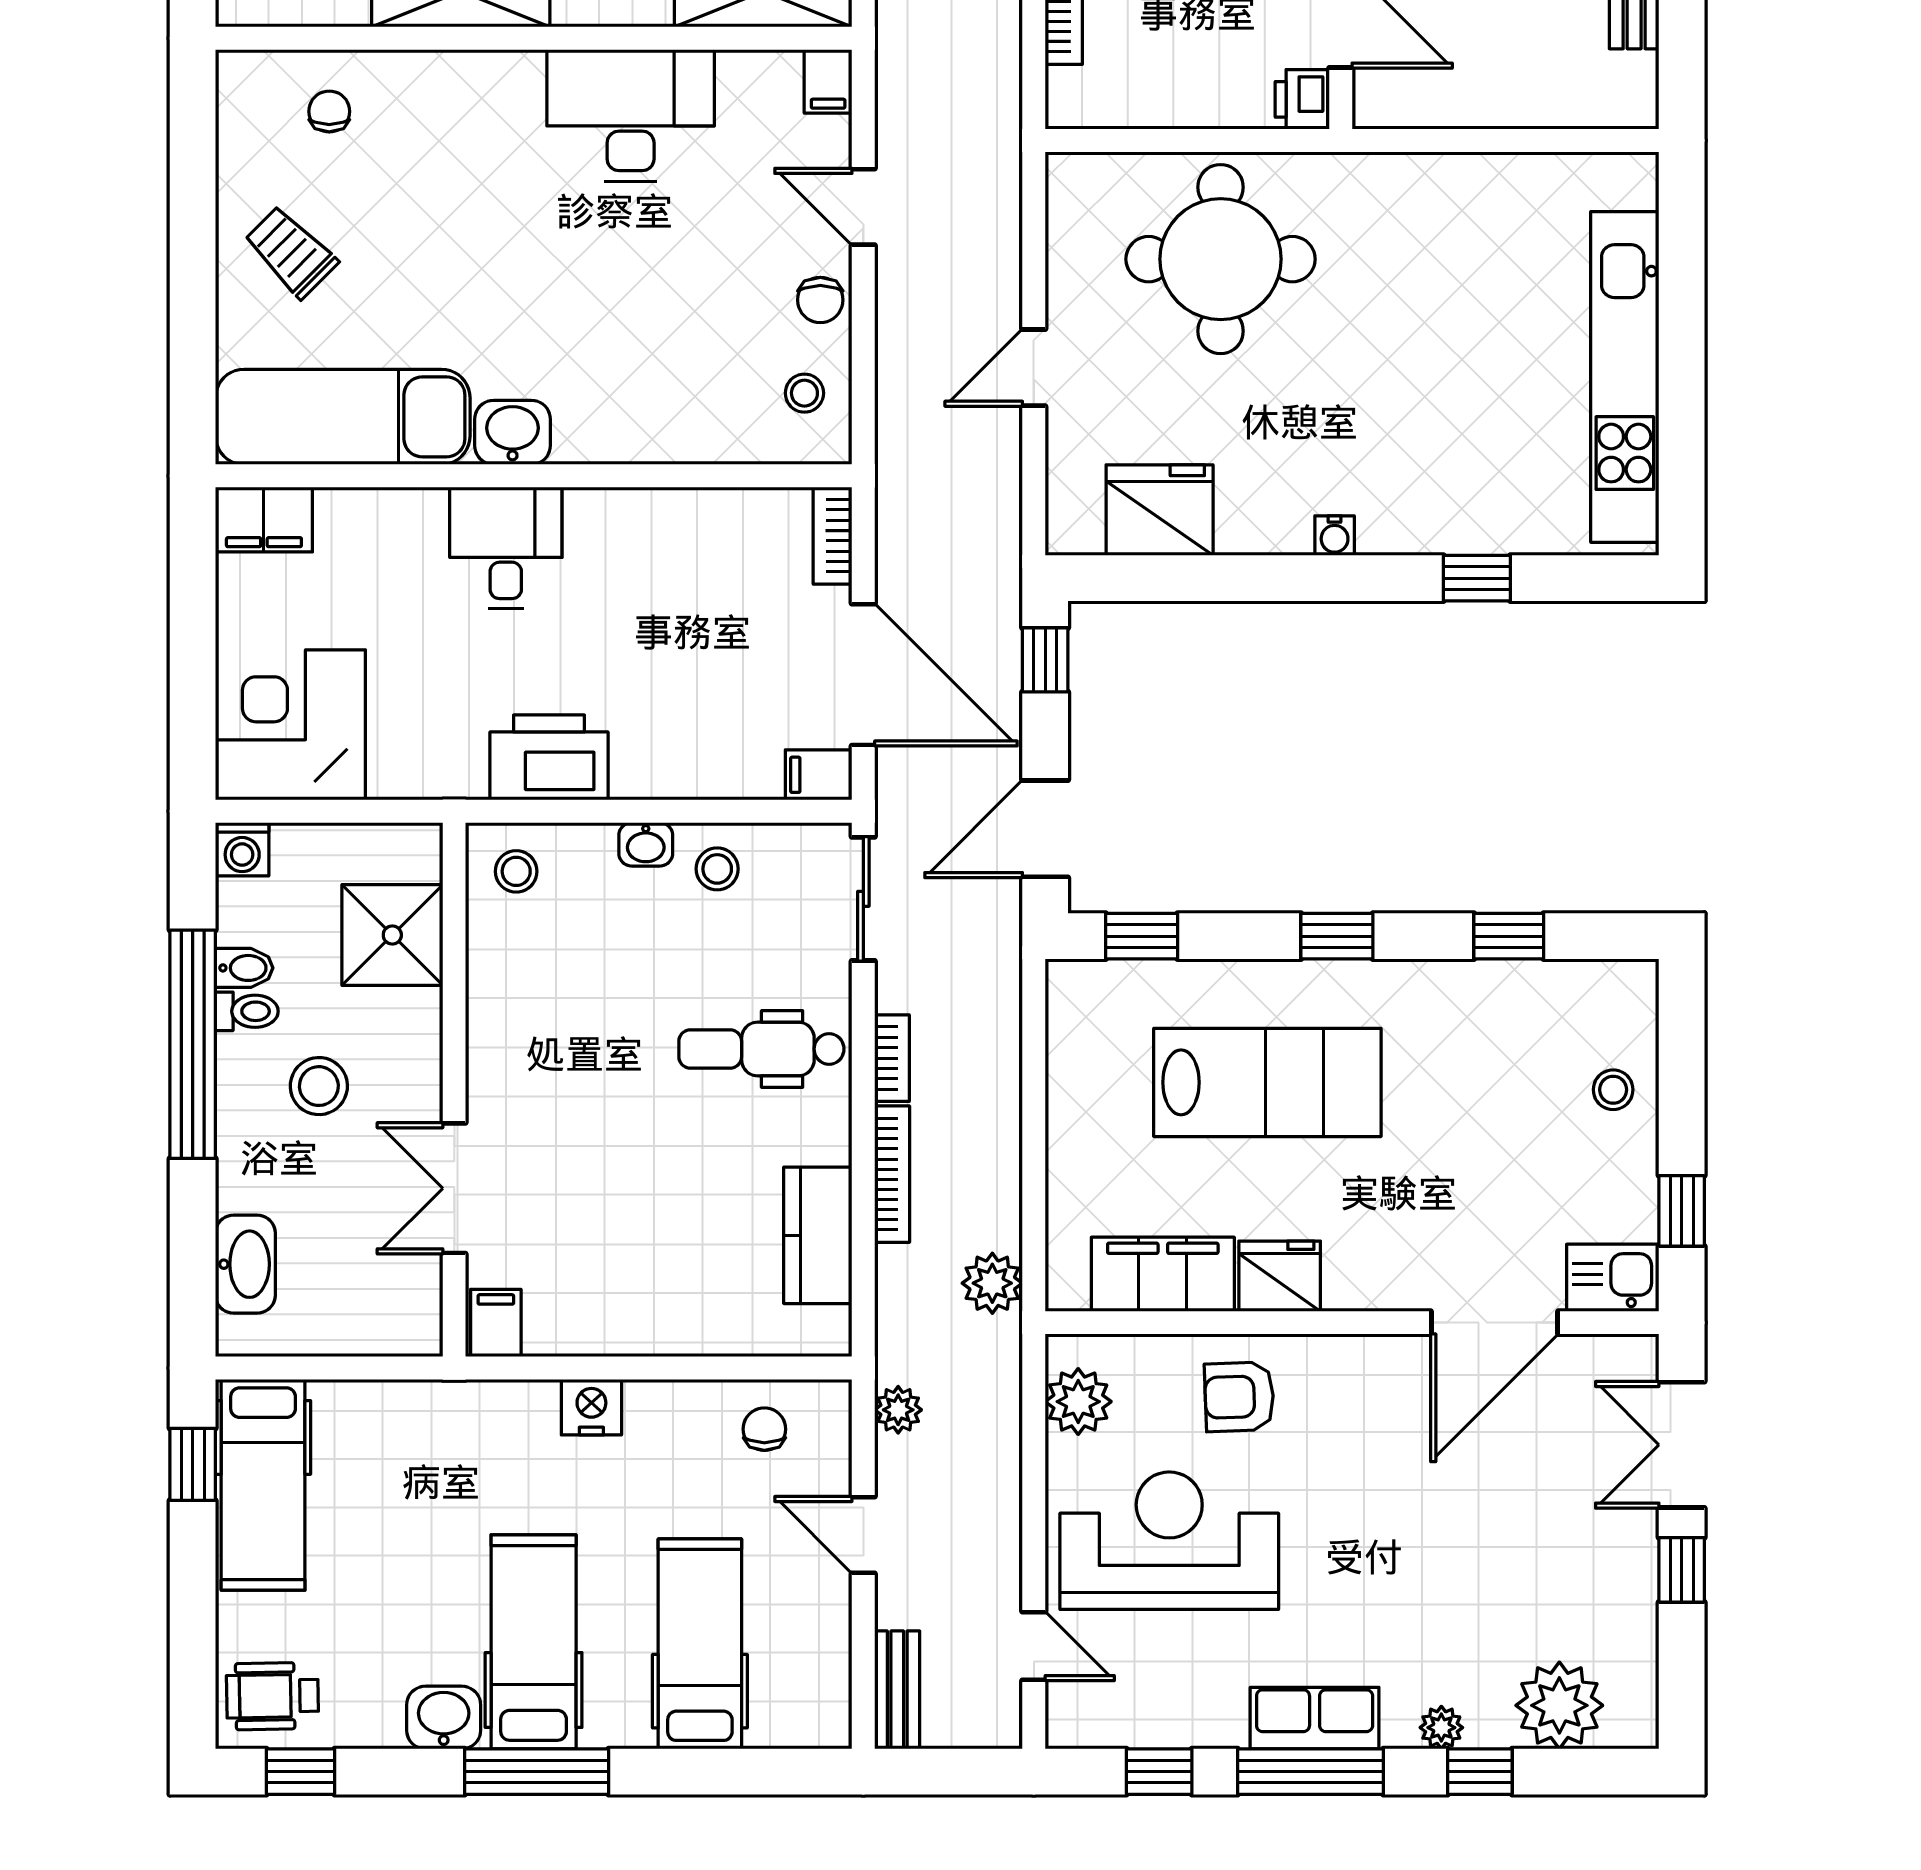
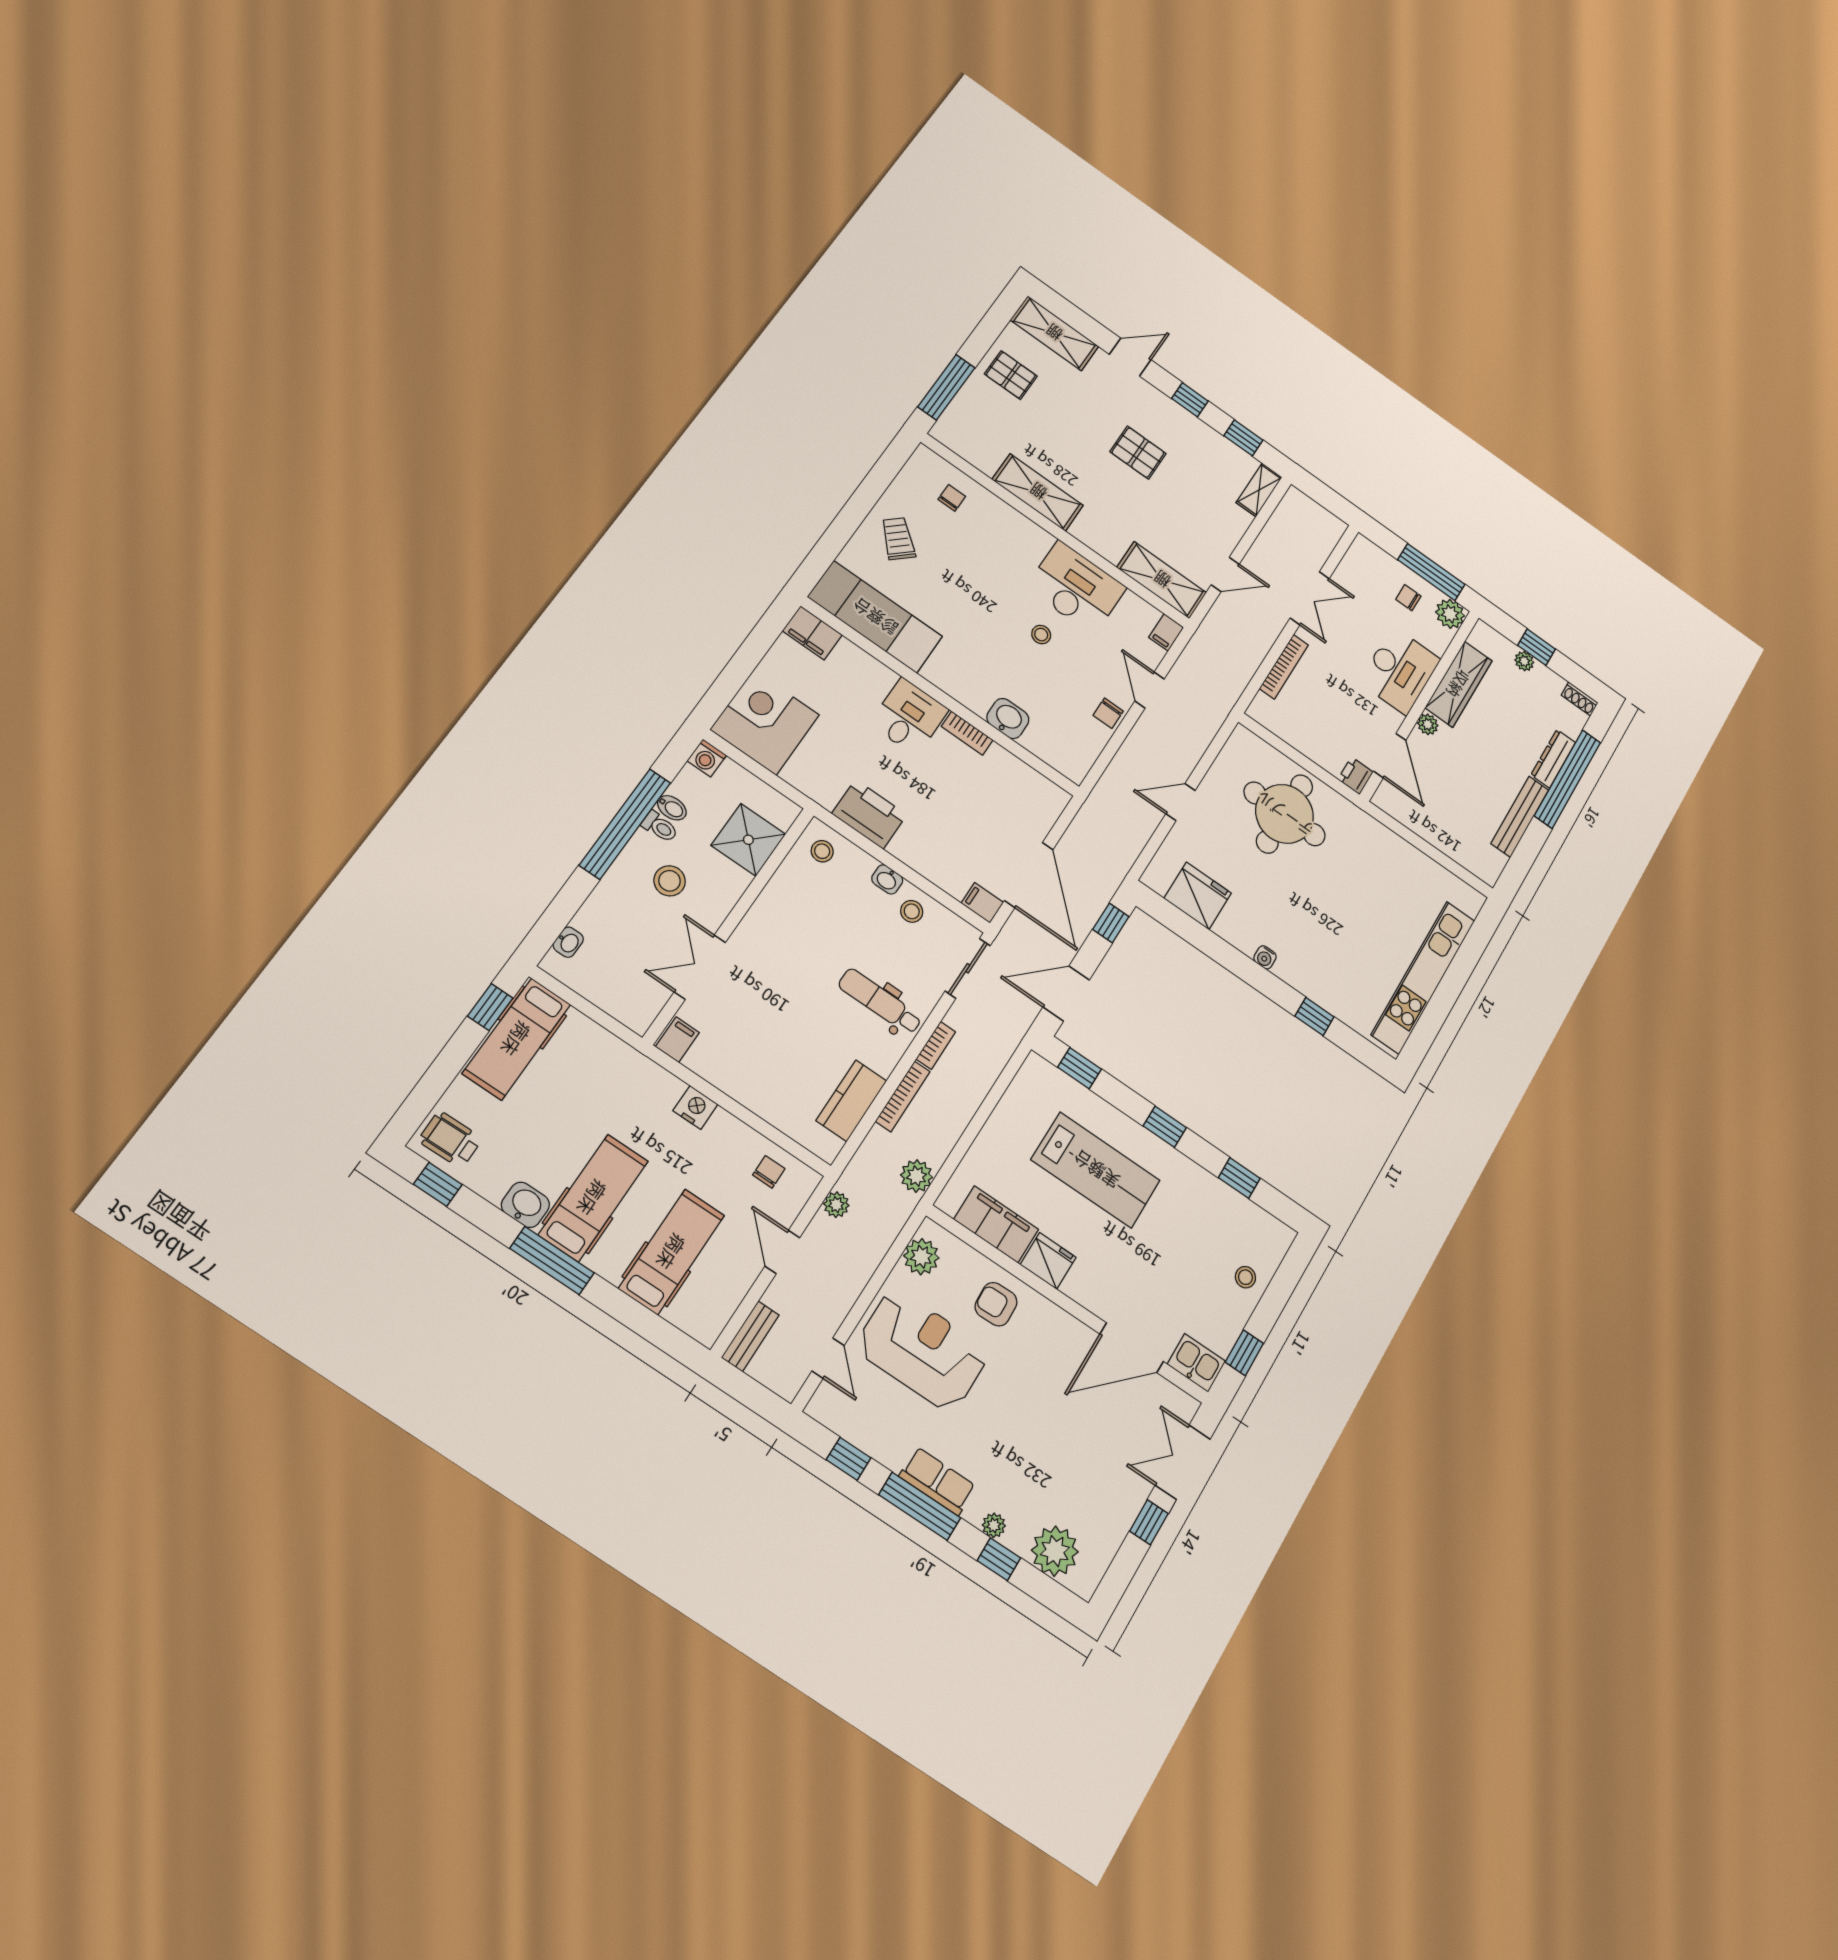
stool: (804, 393) -> (1041, 635), moved
washbasin: (513, 432) -> (1008, 718), moved
bookcase: (833, 536) -> (967, 733), moved, turned -90
washbasin: (245, 1264) -> (568, 942), width x0.52, depth x0.69

